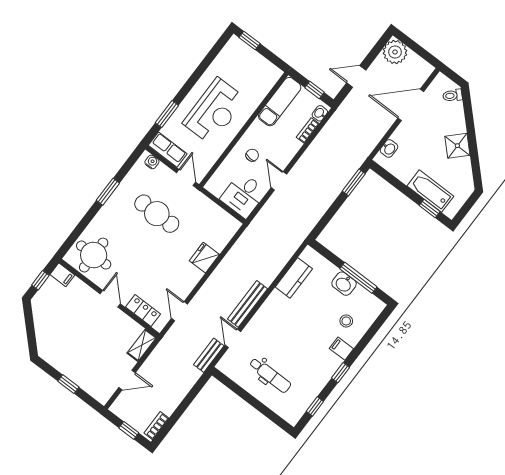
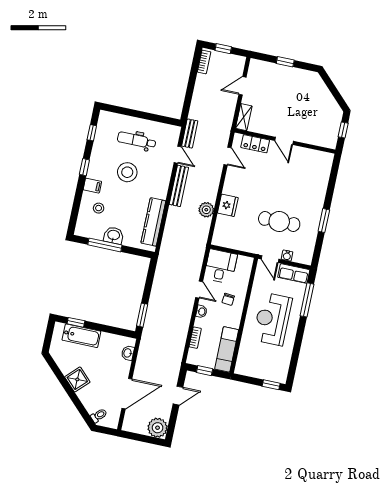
washbasin: (320, 113) -> (201, 312), moved
window: (167, 114) -> (307, 300), width x1.44
water cooler: (152, 162) -> (287, 256), moved
round table: (94, 255) -> (312, 168), removed
plant: (230, 264) -> (206, 210), added
filing cabinet: (62, 275) -> (329, 142), removed
kitchen counter: (294, 278) -> (153, 222), width x1.50
stool: (297, 345) -> (127, 172), added

